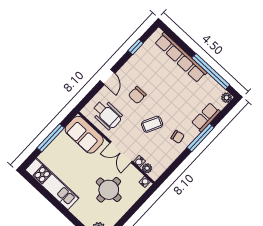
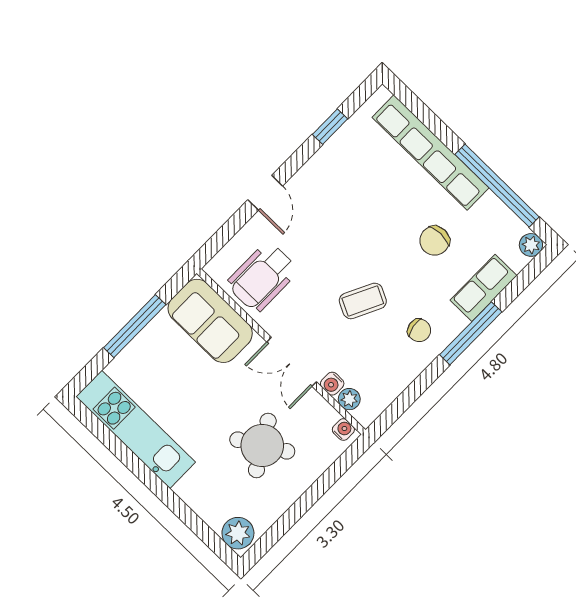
chair: (137, 95) -> (435, 241), moved
wheelchair: (107, 115) -> (262, 277), turned 90
round table: (109, 190) -> (262, 445), turned -31

